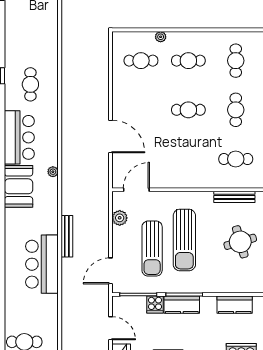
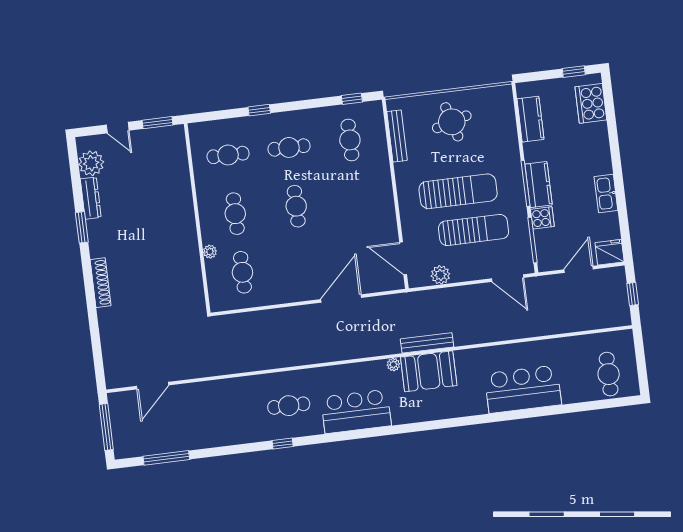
booth: (19, 186) -> (429, 371), moved
bench: (67, 236) -> (427, 343), moved
bar counter: (42, 264) -> (523, 389), moved, turned 180

